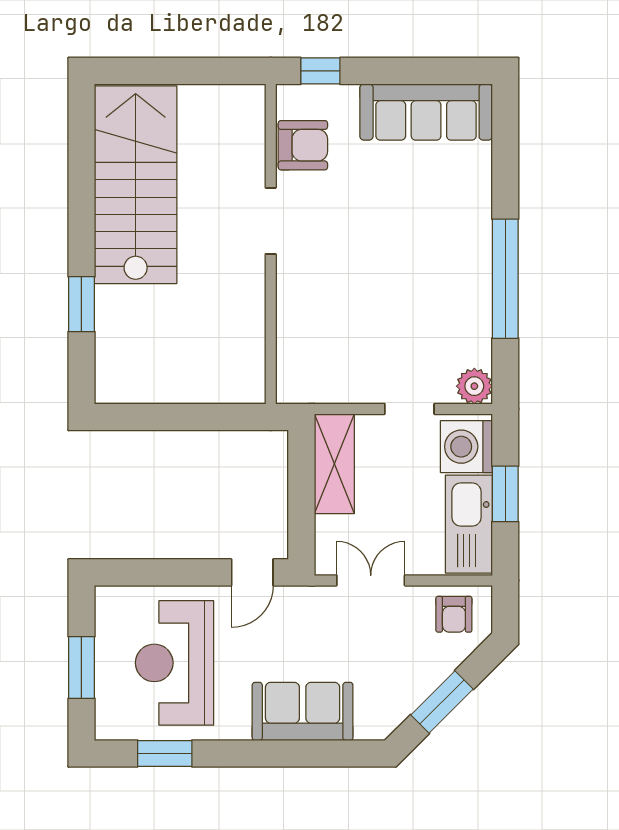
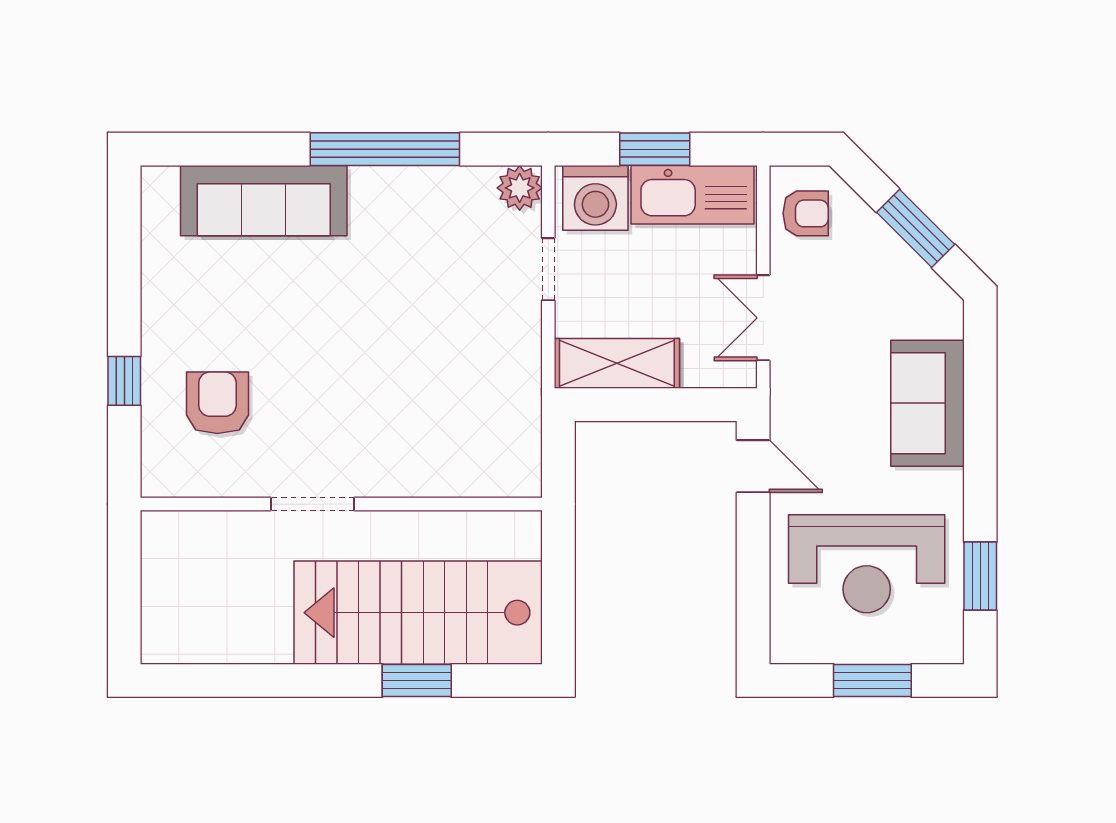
sofa: (426, 112) -> (264, 201), moved, turned 90
stairs: (136, 185) -> (418, 613), moved
doorway: (271, 221) -> (312, 504), moved
wall: (271, 244) -> (341, 504), moved

